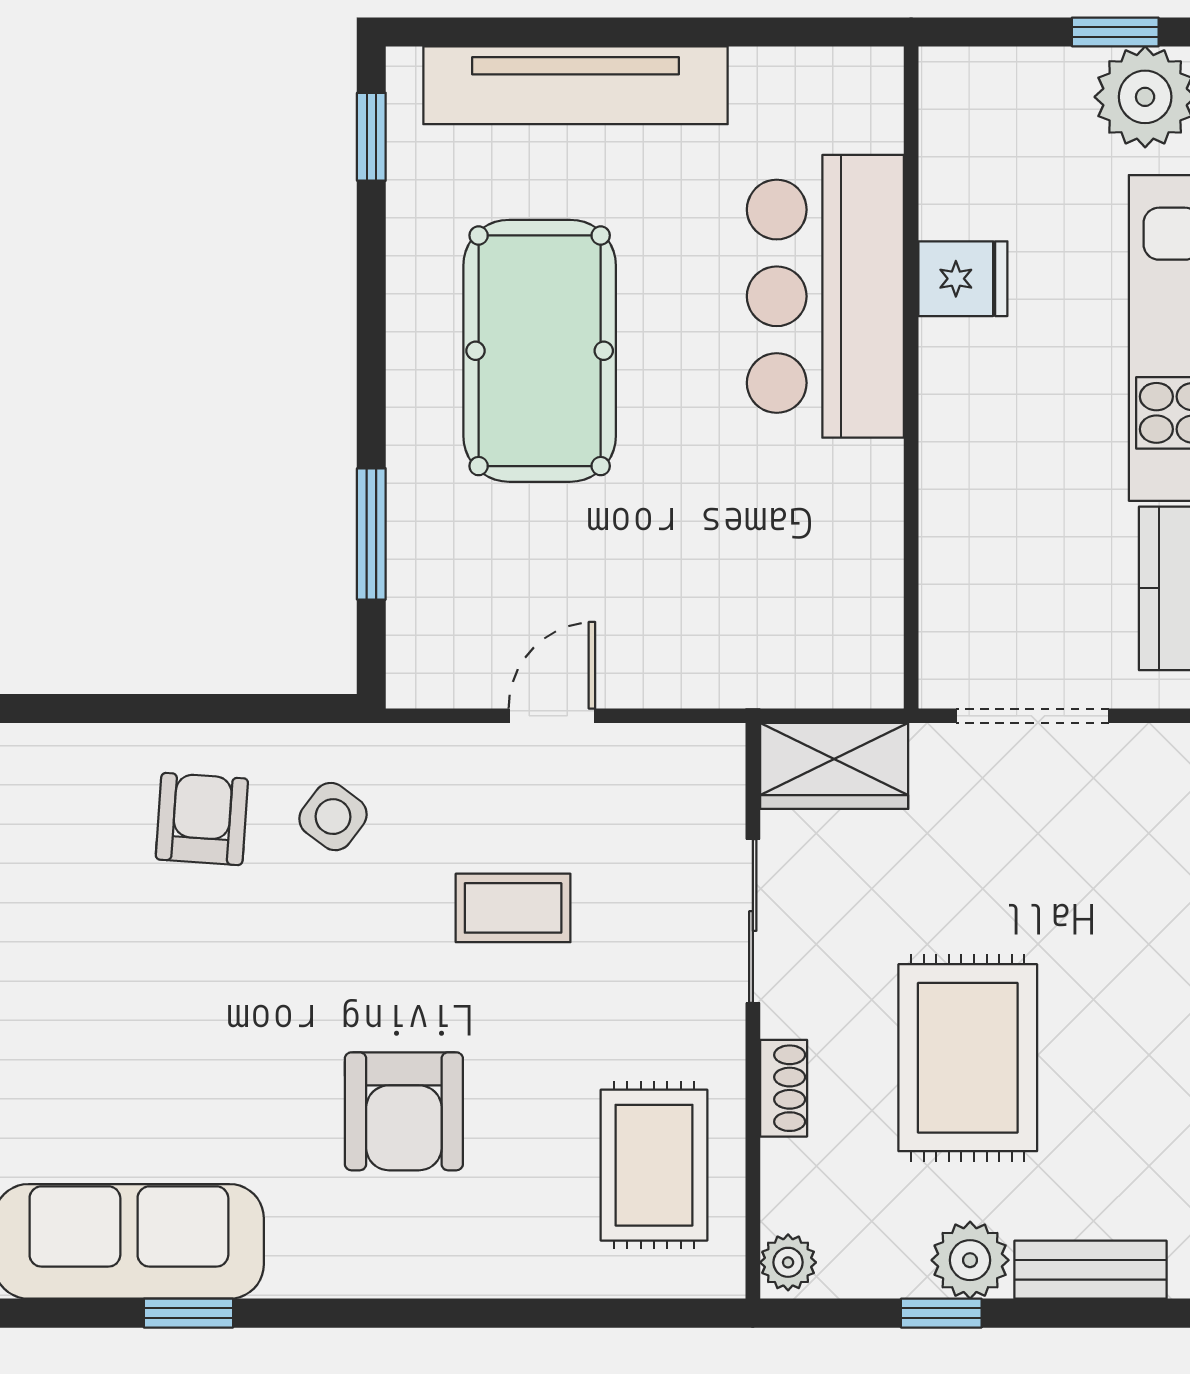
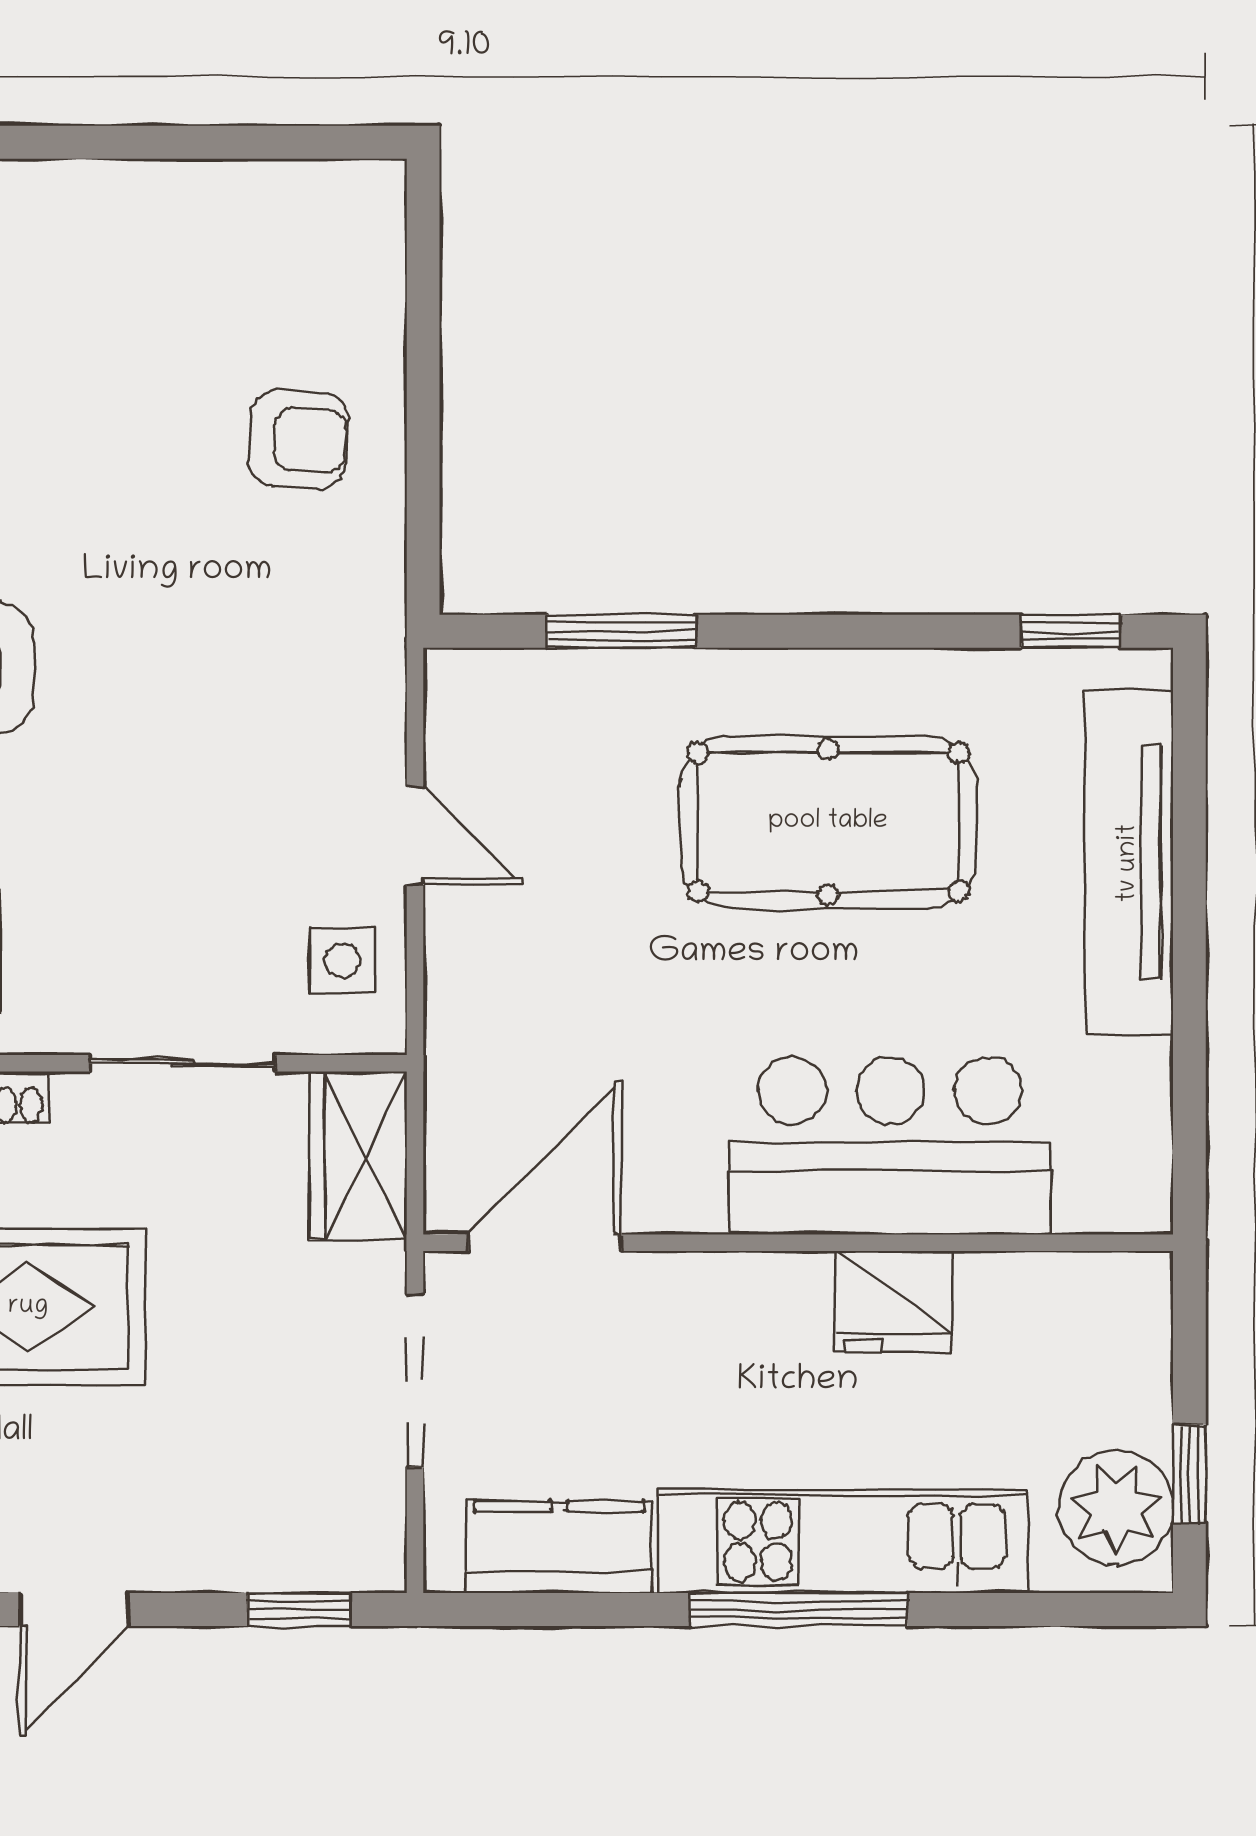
fridge: (963, 279) -> (894, 1301), width x1.38
door: (911, 601) -> (545, 1243), added
side table: (333, 817) -> (343, 960), moved, turned -37
coffee table: (513, 908) -> (197, 792), removed

